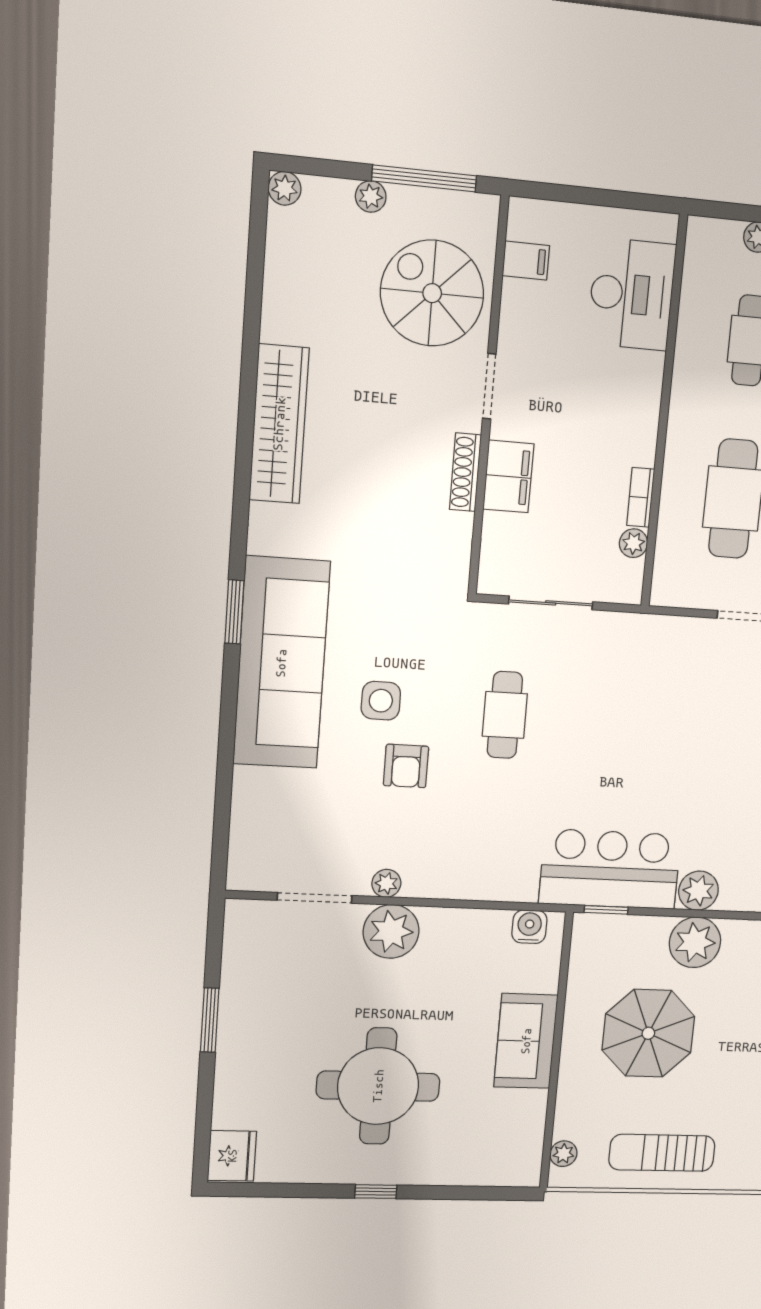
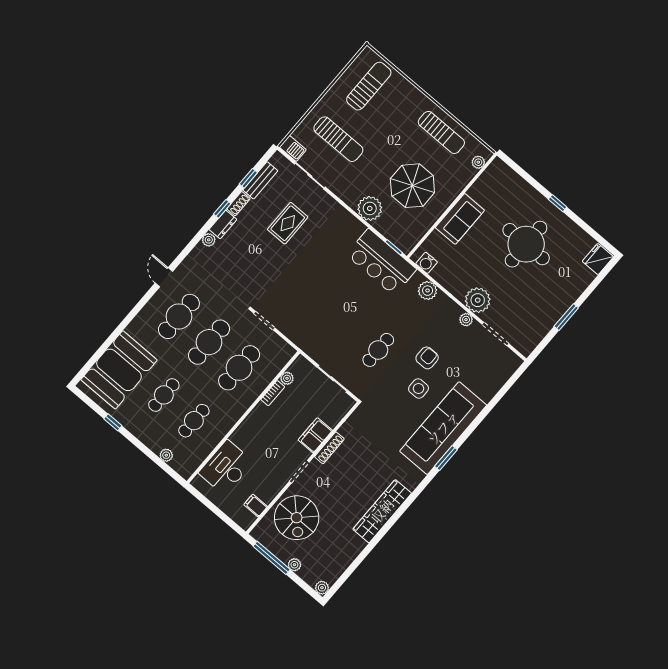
plant: (698, 891) -> (428, 291), moved

